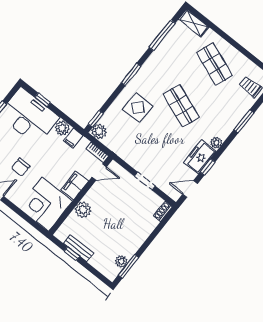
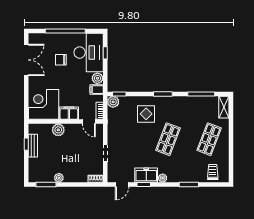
chair: (21, 167) -> (61, 60), moved
door: (190, 189) -> (122, 184), swing flipped
plant: (121, 261) -> (59, 178), moved

